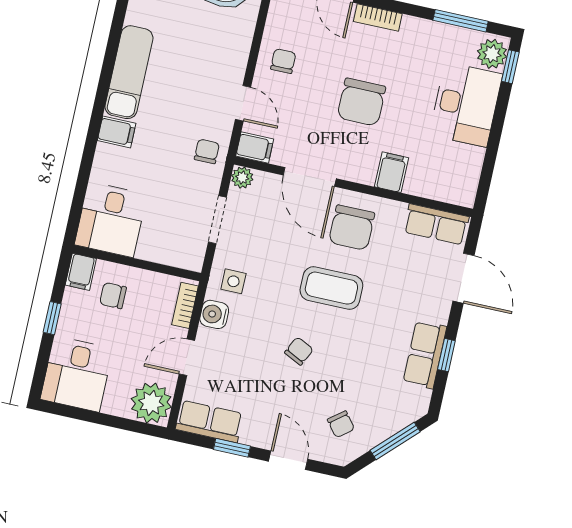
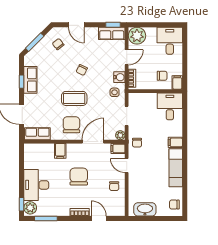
door: (310, 177) -> (93, 142), hinge flipped
window: (52, 318) -> (185, 61), removed
window: (232, 448) -> (113, 25), moved

